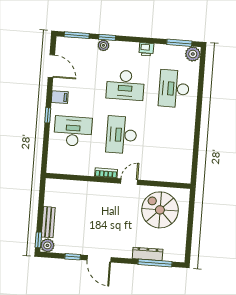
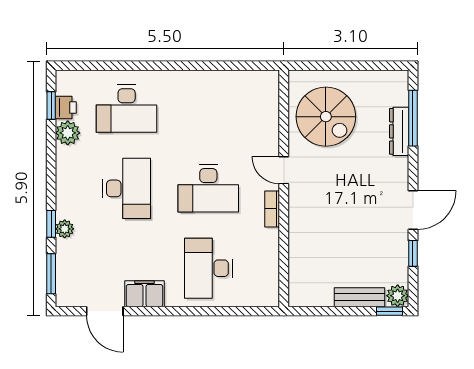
window: (179, 43) -> (51, 106), width x0.67
printer: (146, 49) -> (66, 108), moved
plant: (193, 54) -> (68, 133), moved
door: (51, 66) -> (105, 311), swing flipped
filing cabinet: (60, 97) -> (144, 294), width x2.00
window: (48, 115) -> (185, 311), removed
spiral stairs: (160, 210) -> (326, 117), turned -90

